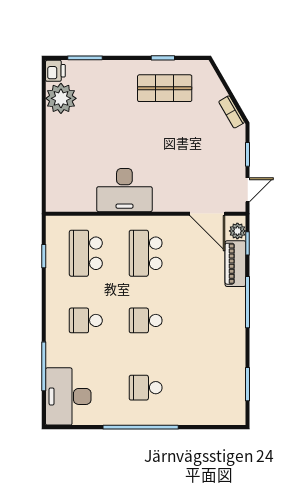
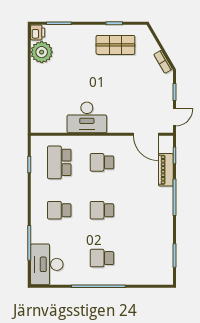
plant: (237, 231) -> (167, 147), removed
school desk: (146, 253) -> (102, 162), width x0.54

